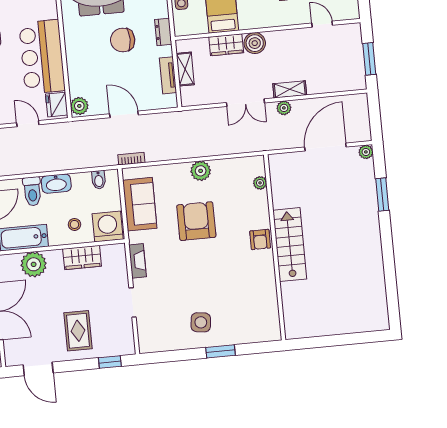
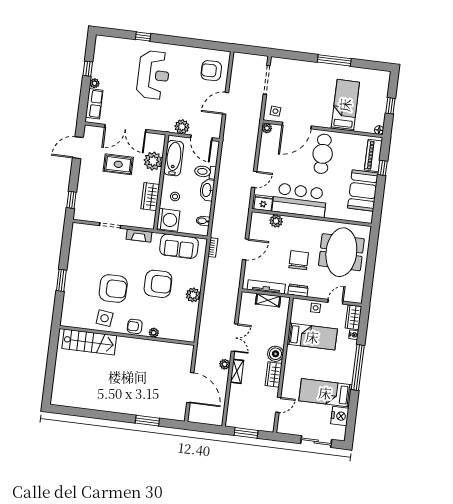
wardrobe: (226, 45) -> (274, 375), moved
tv unit: (168, 75) -> (266, 287), width x1.41
double door: (245, 103) -> (235, 338), swing flipped
plant: (79, 106) -> (276, 221), moved
plant: (366, 152) -> (180, 416), removed
plant: (260, 183) -> (154, 333), moved
stairs: (290, 245) -> (89, 342), moved
armchair: (216, 280) -> (113, 288), added
side table: (201, 322) -> (105, 318), moved
rug: (78, 331) -> (118, 164), moved

